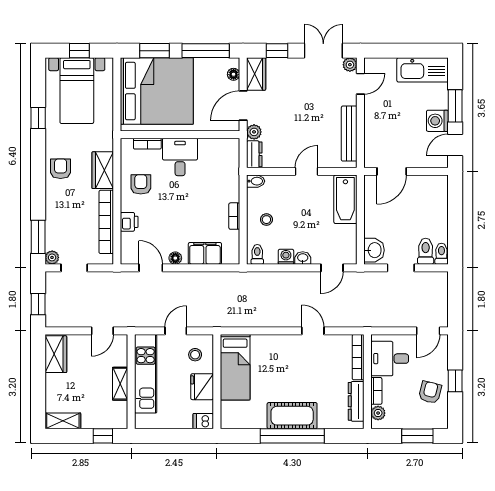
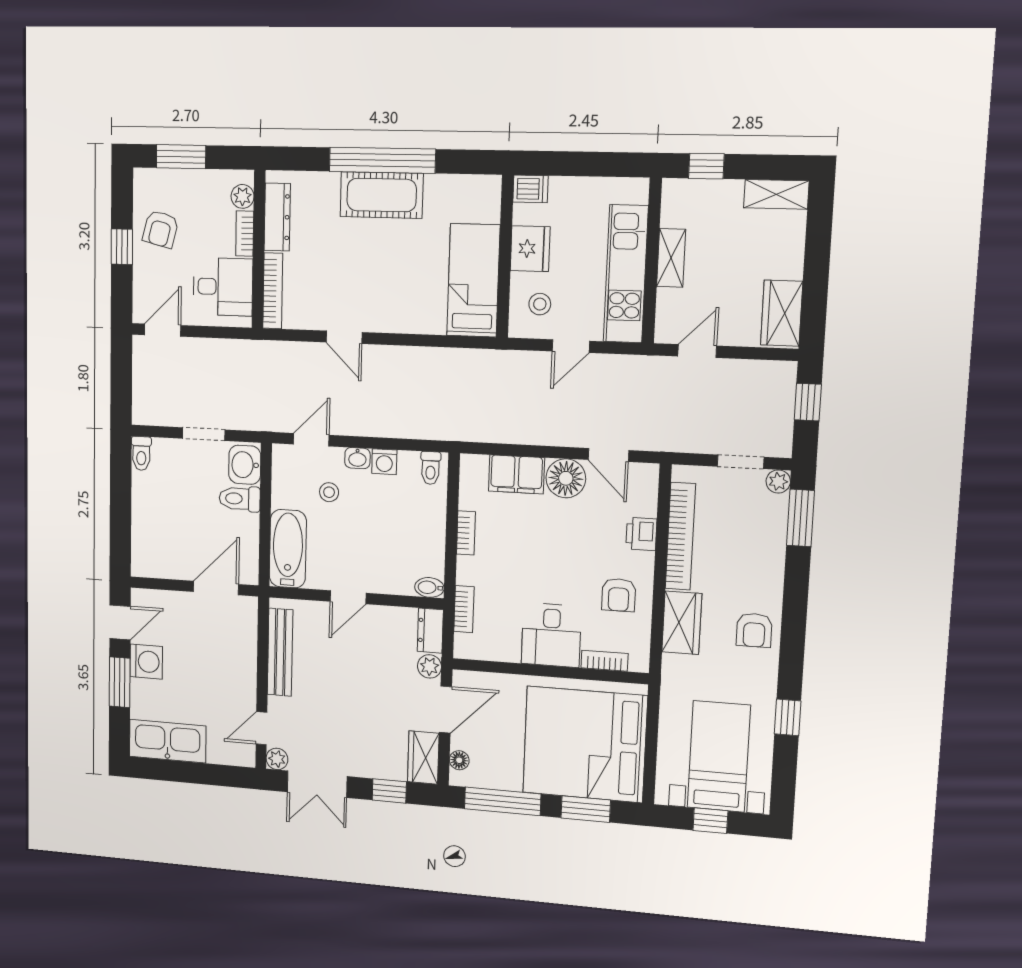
bookcase: (234, 169) -> (464, 609), added
stool: (266, 220) -> (329, 492), moved
toilet: (426, 251) -> (240, 499), moved, turned 90
floor lamp: (175, 258) -> (566, 478), width x1.89, depth x1.89

